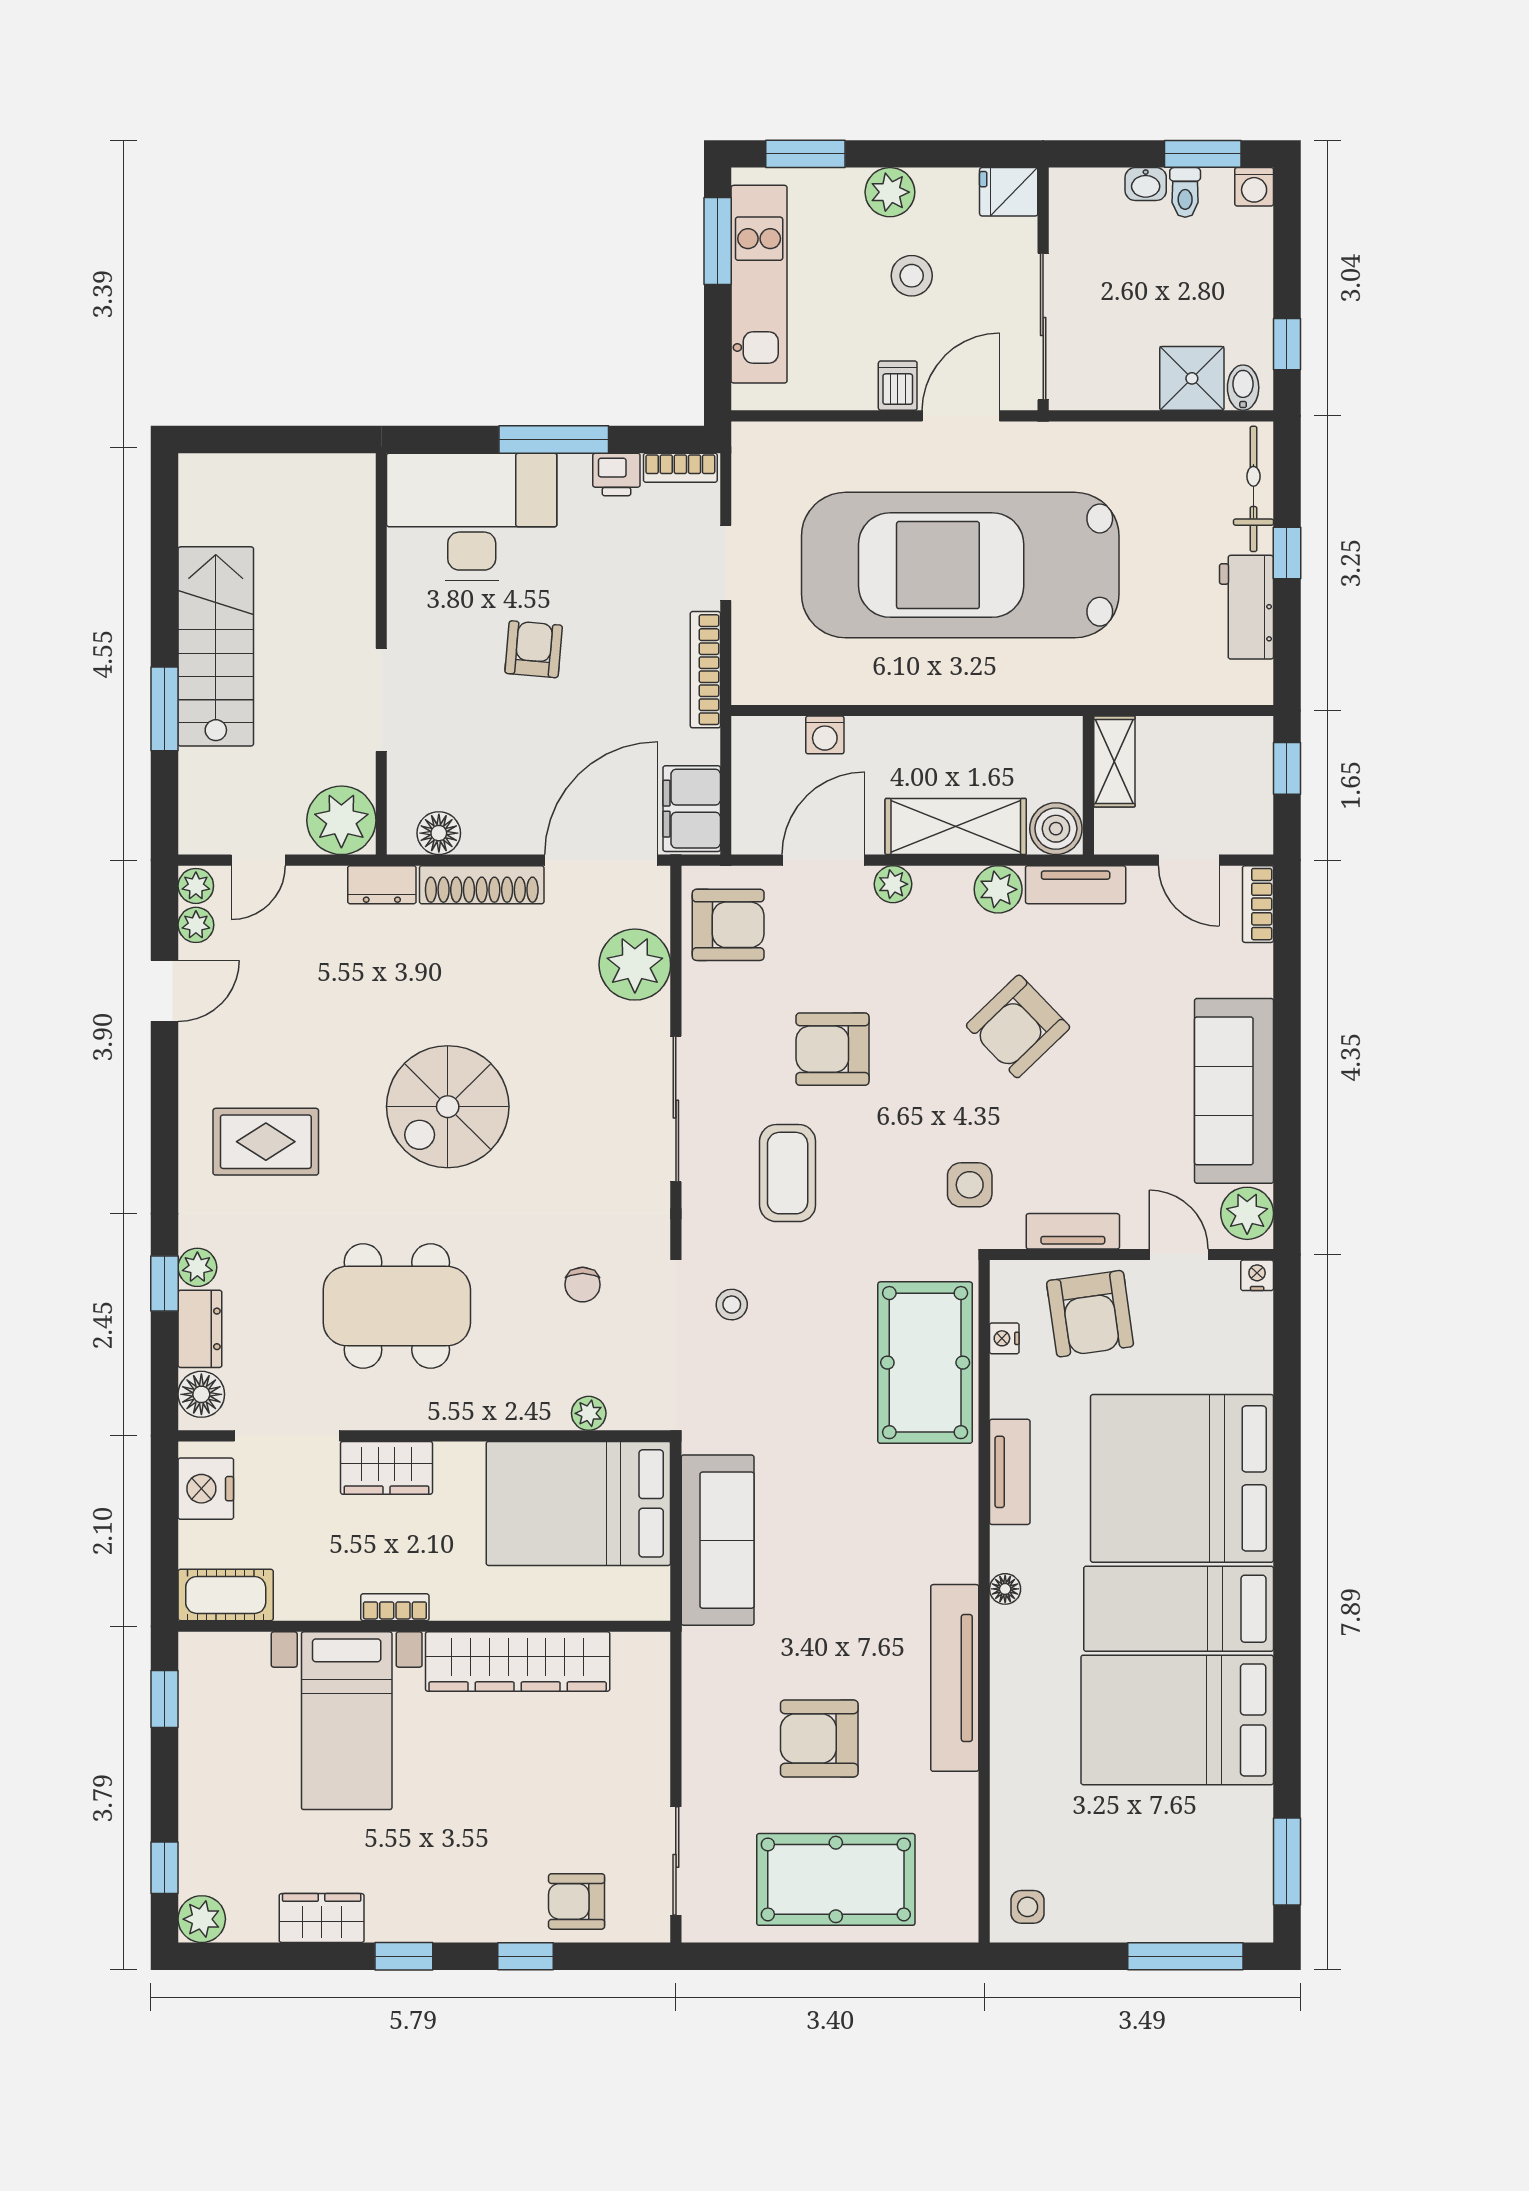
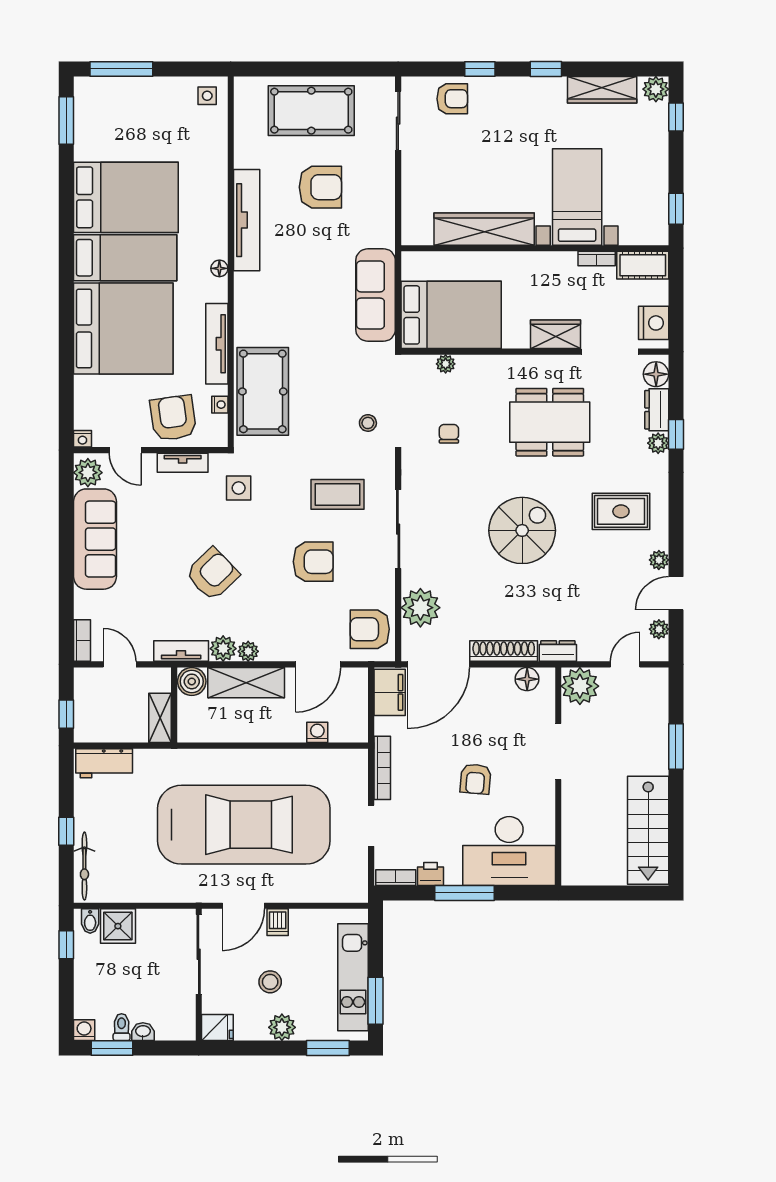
workbench: (1247, 607) -> (104, 763), moved, turned 90
stairs: (216, 646) -> (648, 830), moved
plant: (893, 884) -> (248, 651), moved
plant: (196, 886) -> (659, 560), moved
coffee table: (788, 1173) -> (338, 494), turned 90
tv unit: (1010, 1472) -> (217, 344), width x1.41
bookcase: (395, 1607) -> (597, 259), moved
wardrobe: (322, 1918) -> (602, 90), width x1.50

